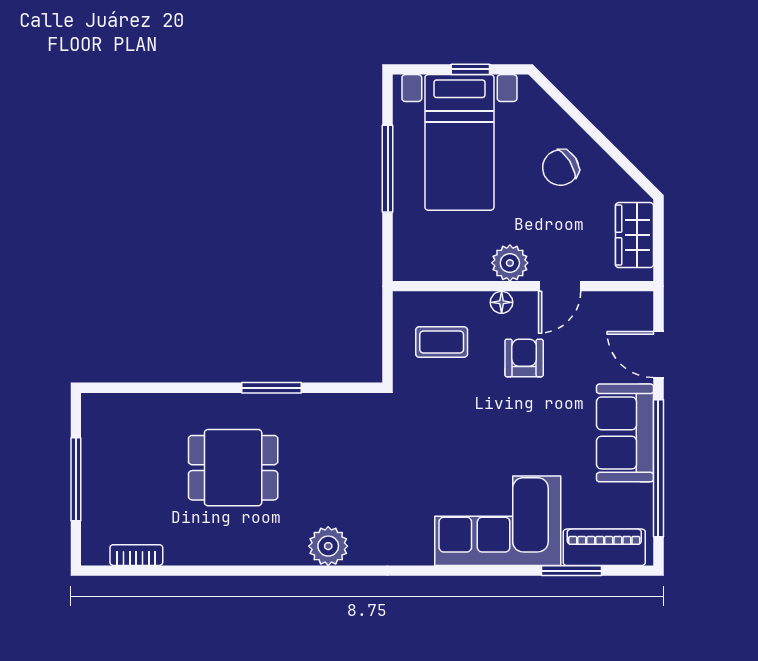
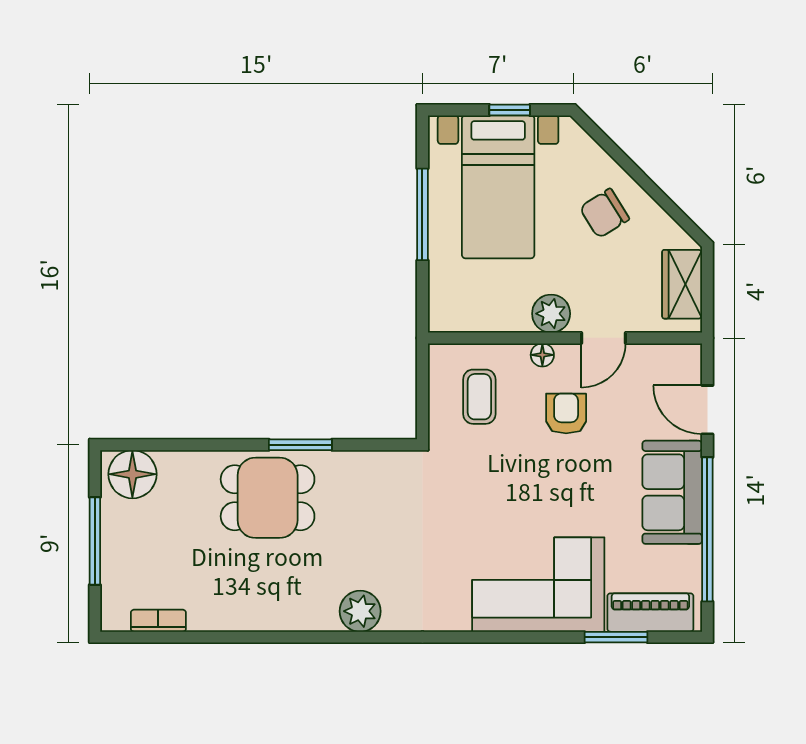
coffee table: (442, 342) -> (479, 397), turned 90
floor lamp: (112, 416) -> (132, 474), added
dining table: (233, 468) -> (268, 498), moved

